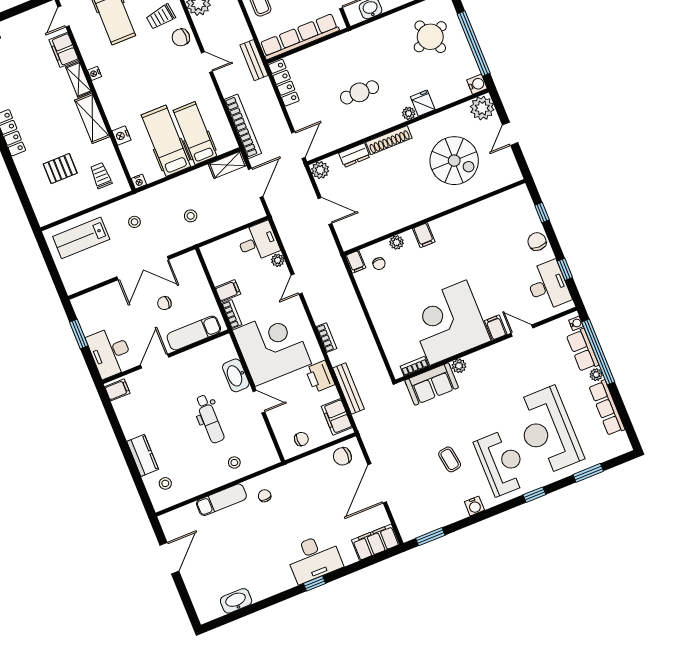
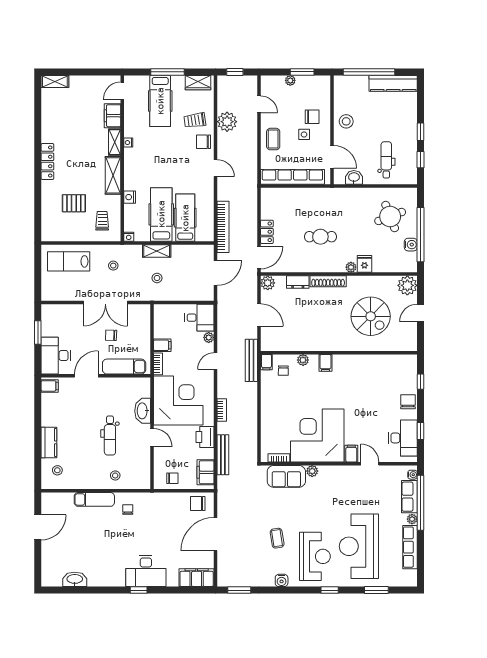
bench: (254, 60) -> (251, 360), moved, width x1.36
locker: (284, 83) -> (267, 232), moved, width x0.66
water cooler: (477, 84) -> (411, 245), moved
shelving: (227, 165) -> (157, 251), moved

